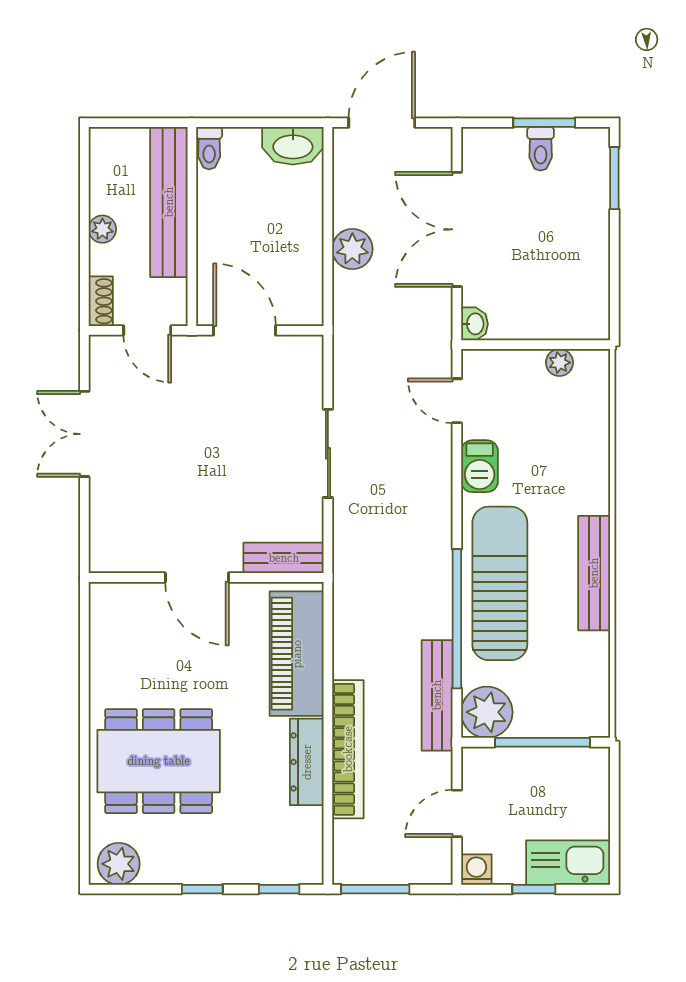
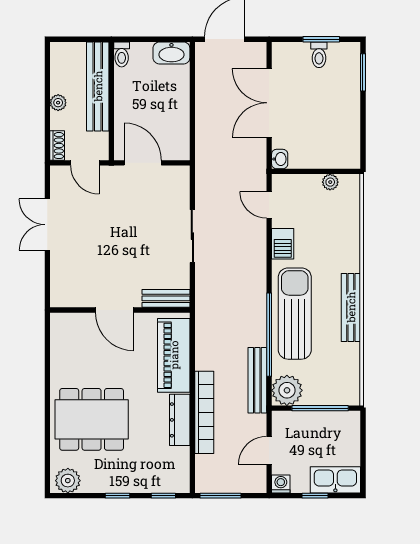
plant: (352, 249) -> (207, 114), removed

